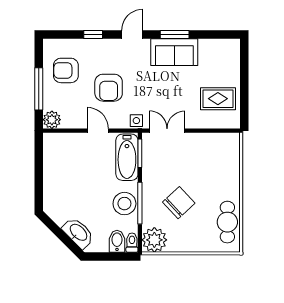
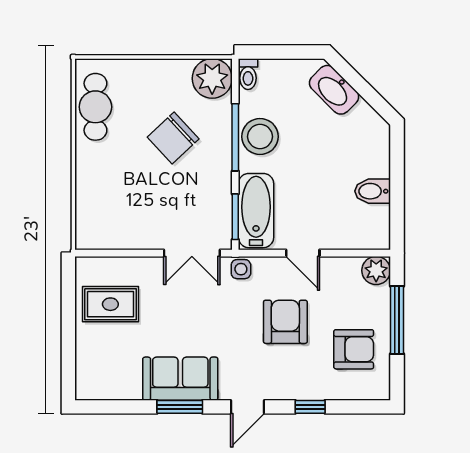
bidet: (117, 241) -> (373, 191), moved, turned 90

